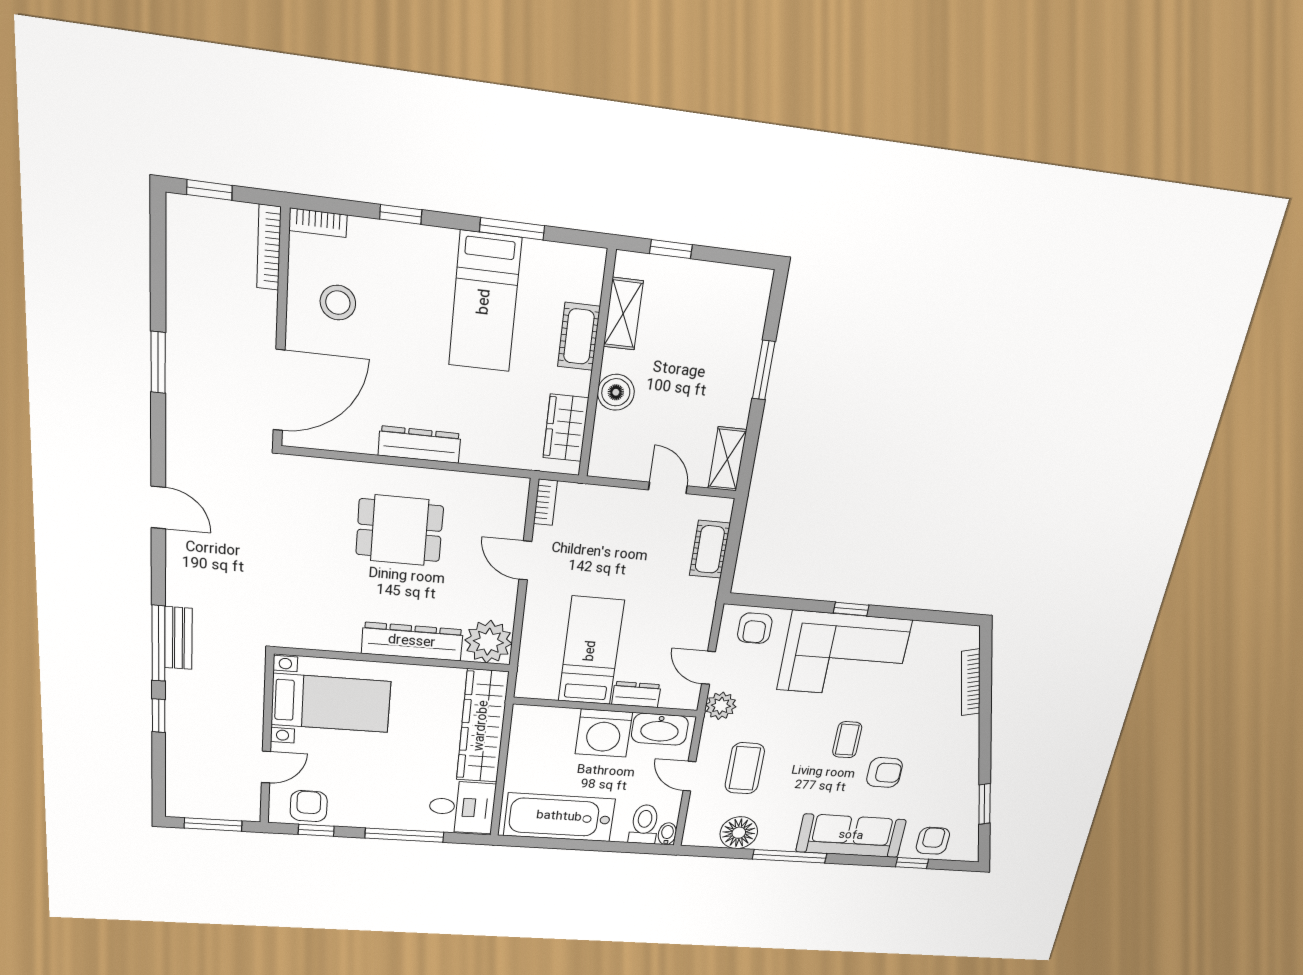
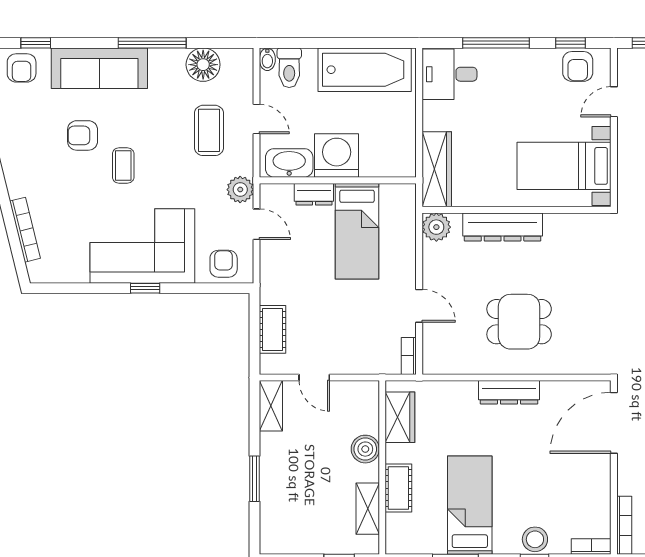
stool: (338, 303) -> (535, 539), moved
plant: (489, 642) -> (436, 227), width x0.73, depth x0.73
wardrobe: (482, 726) -> (437, 169), width x0.71, depth x0.85

